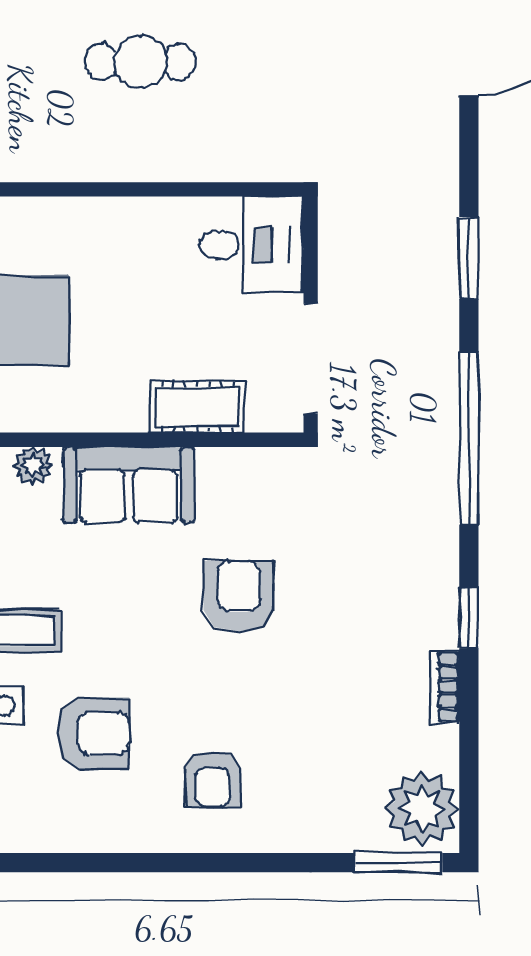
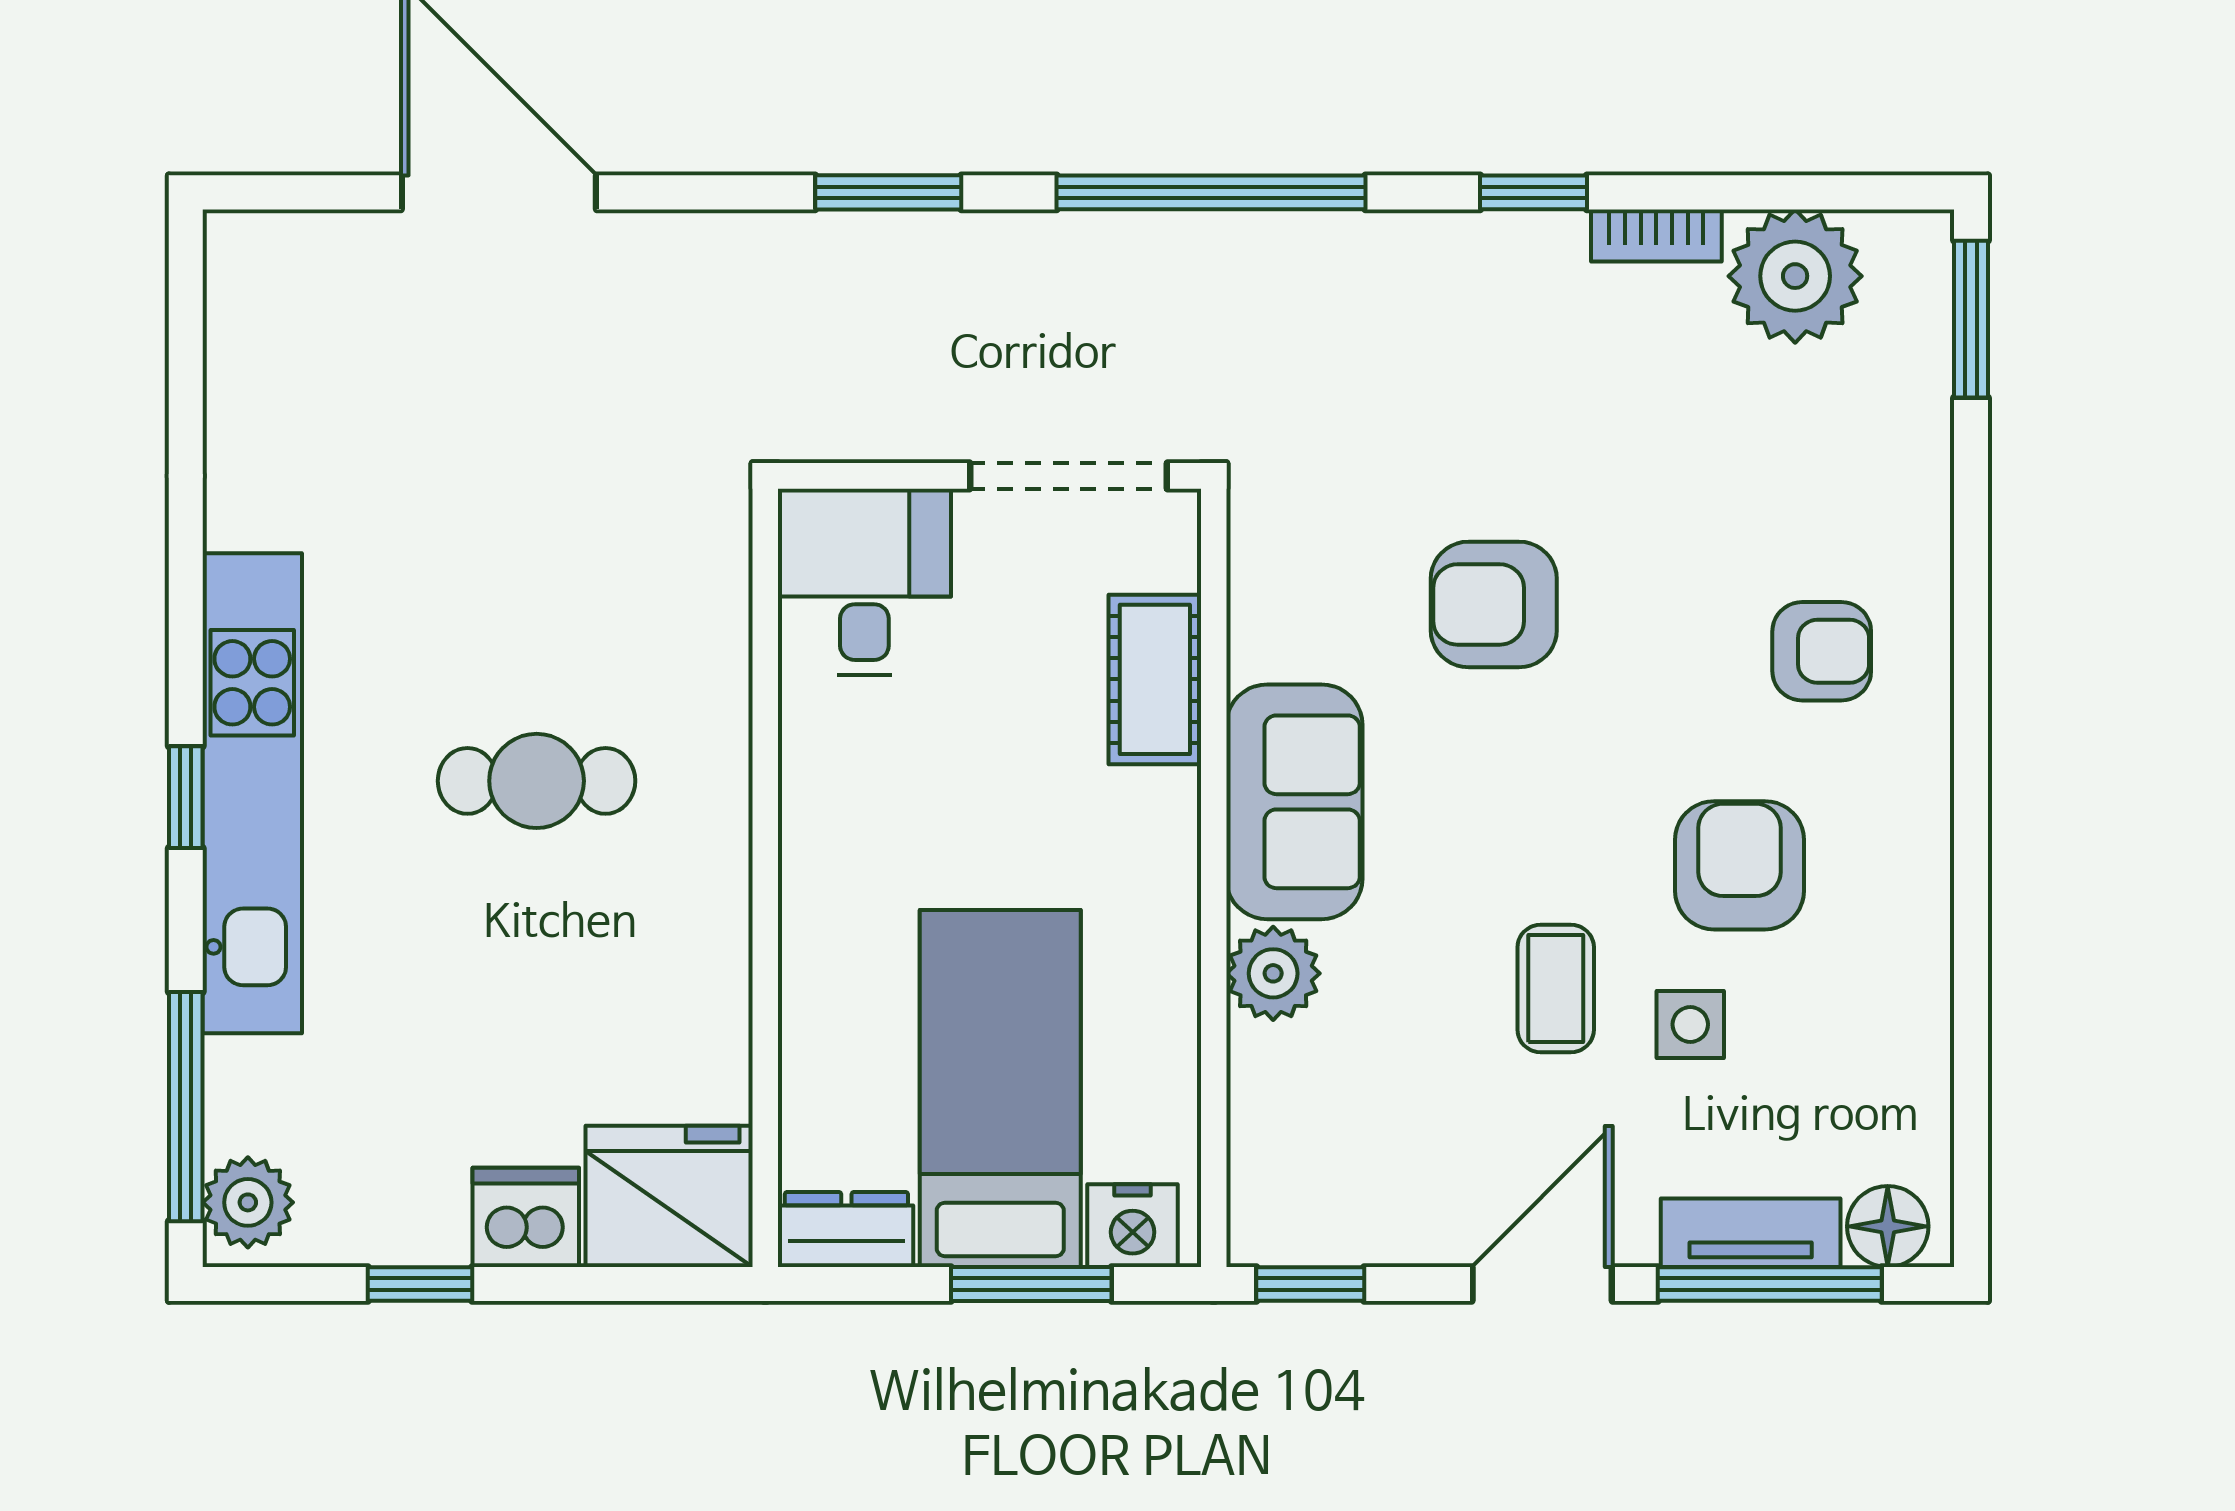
cafe table: (140, 62) -> (537, 781), turned 90
plant: (33, 466) -> (1273, 973), width x1.38, depth x1.38
plant: (422, 809) -> (1795, 276), moved

